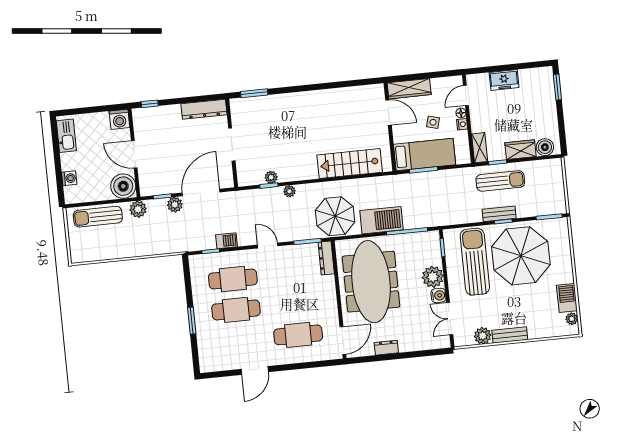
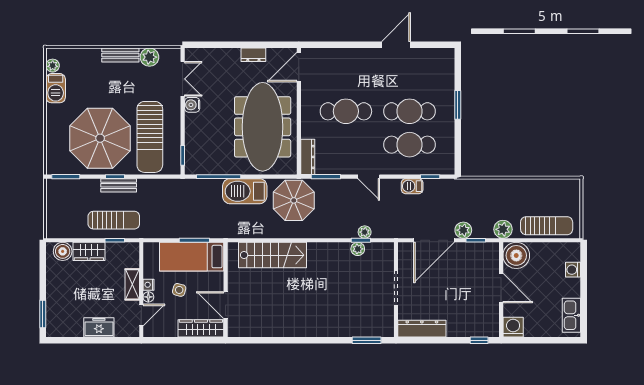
shelving: (480, 148) -> (132, 284), moved
sun lounger: (500, 181) -> (114, 220), turned 180
plant: (289, 191) -> (365, 232), moved
plant: (433, 277) -> (196, 125), removed
cafe table: (298, 335) -> (346, 111), moved

